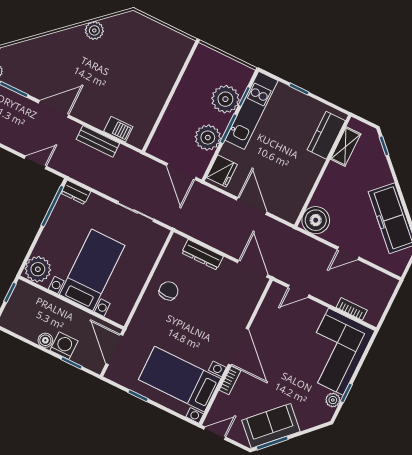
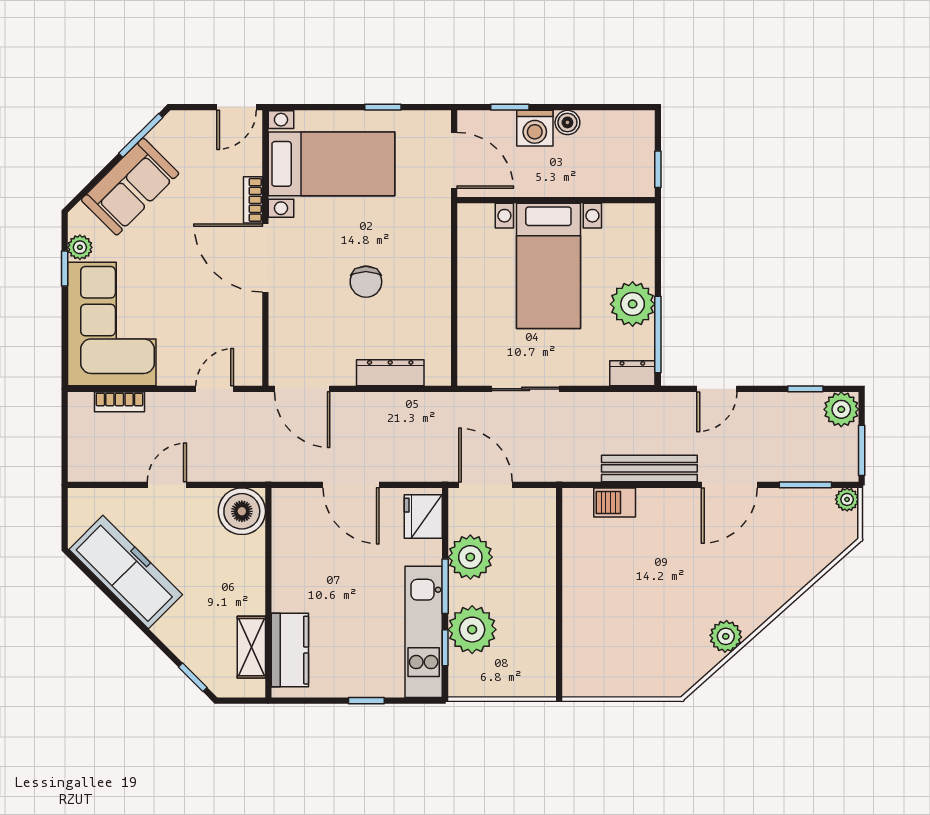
bench: (98, 141) -> (649, 468), width x1.36
plant: (38, 269) -> (633, 304), moved
chair: (169, 291) -> (366, 282), moved
sofa: (271, 426) -> (130, 187), moved

